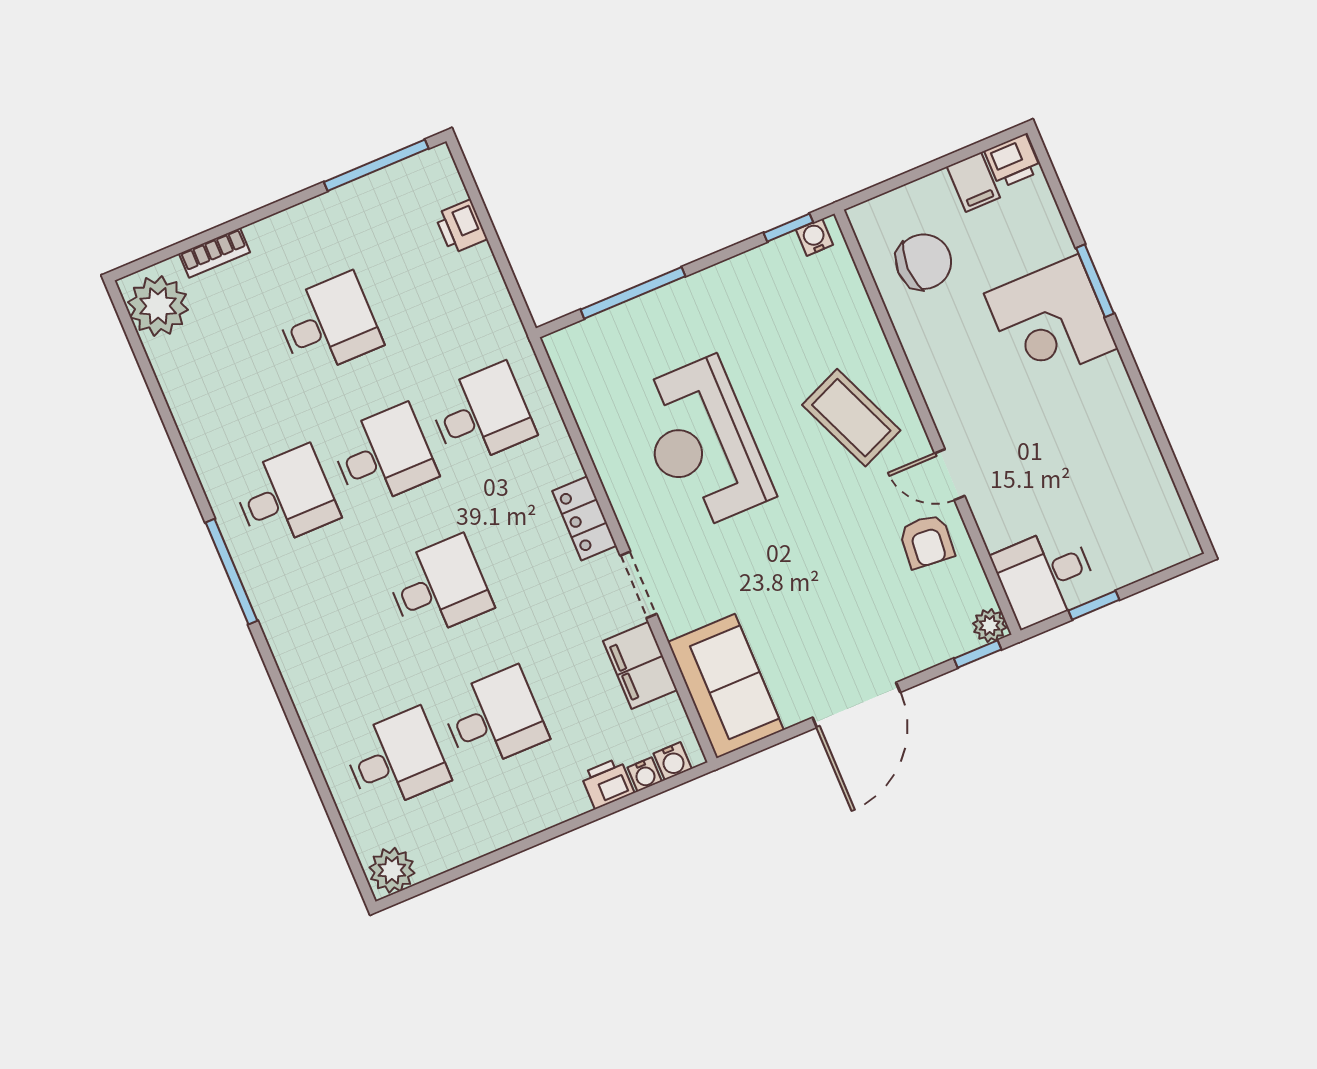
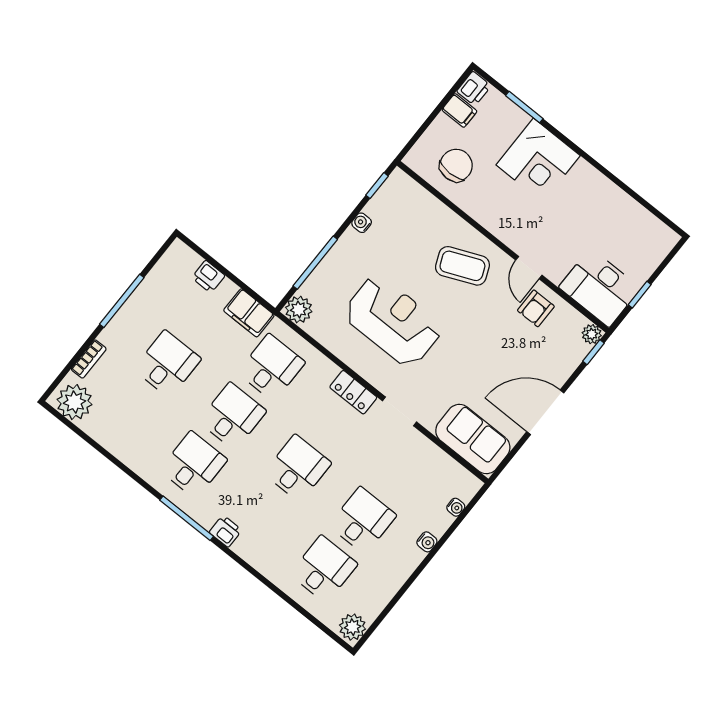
window: (376, 165) -> (122, 301), moved
water cooler: (814, 237) -> (362, 223), moved
window: (1095, 281) -> (524, 107), moved
plant: (570, 350) -> (299, 310), added
reception desk: (702, 444) -> (393, 321), turned 180
door: (950, 475) -> (529, 268), hinge flipped
armchair: (927, 541) -> (536, 308), turned 85
desk: (1045, 576) -> (600, 288), width x1.37
filing cabinet: (640, 665) -> (249, 313), moved
door: (856, 705) -> (545, 412), swing flipped
water cooler: (673, 761) -> (427, 542), moved
printer: (607, 783) -> (226, 531), moved, turned 90

